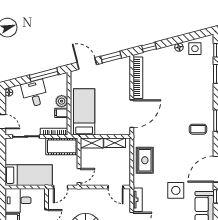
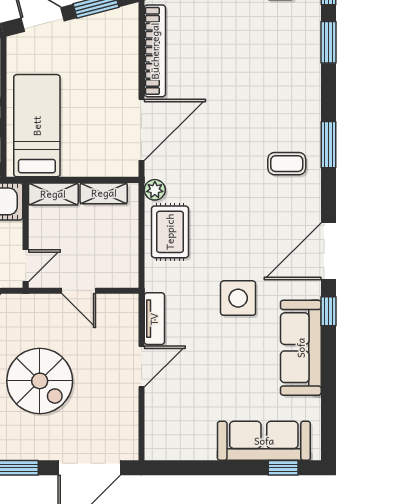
plant: (138, 141) -> (155, 190), added
door: (116, 187) -> (79, 291), moved

